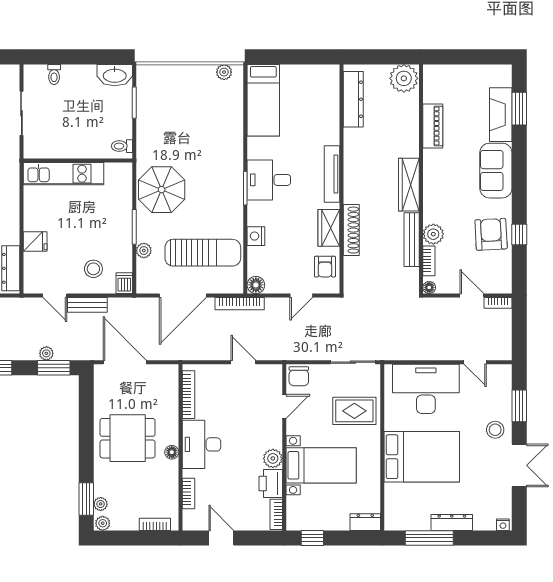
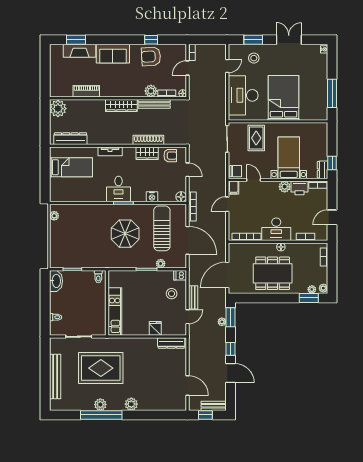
bed: (263, 100) -> (71, 167), moved
tv unit: (332, 174) -> (110, 151), width x0.71
parasol: (162, 190) -> (125, 234), moved
filing cabinet: (271, 373) -> (234, 188), added
stool: (495, 430) -> (254, 58), moved
dining table: (128, 438) -> (273, 273), width x1.38
dresser: (365, 522) -> (323, 170), moved
dresser: (452, 522) -> (323, 80), removed

